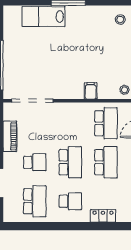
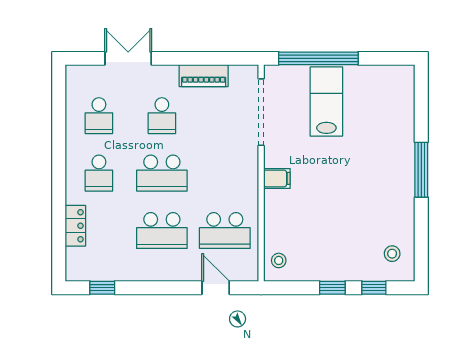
lab bench: (44, 17) -> (326, 102), moved
filing cabinet: (91, 91) -> (277, 178), moved
school desk: (35, 201) -> (99, 116), width x0.54

